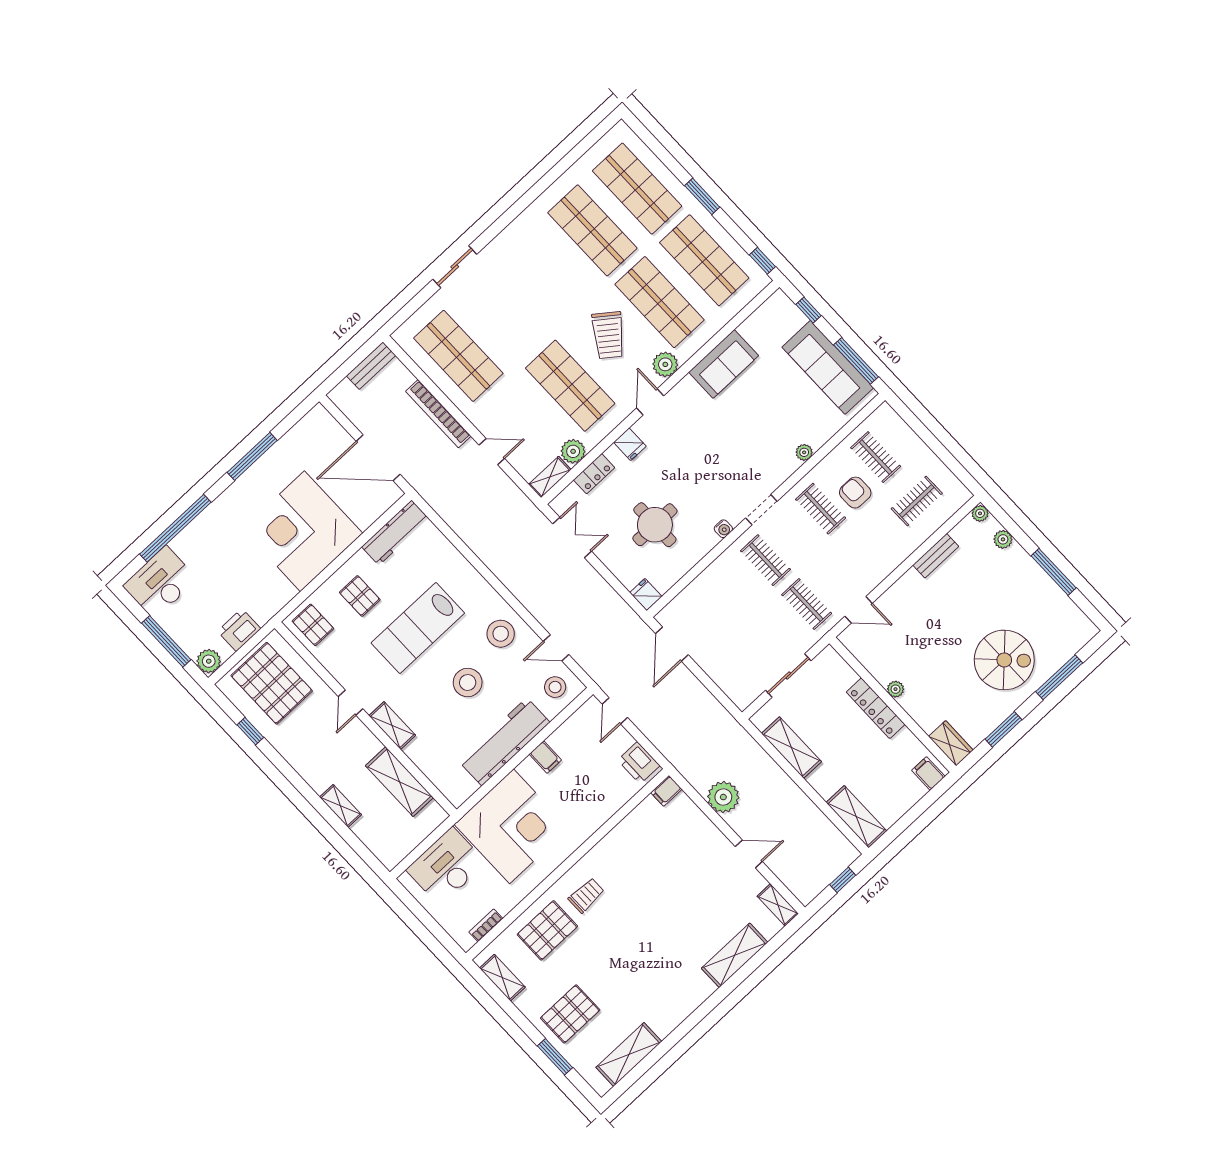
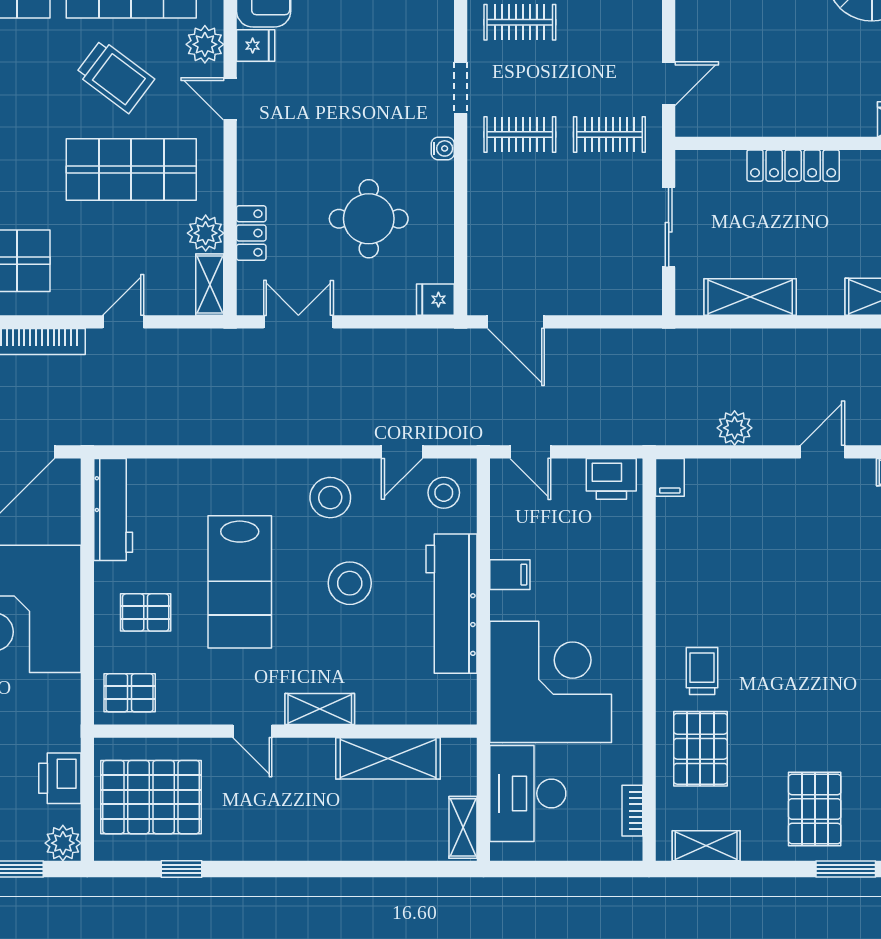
fridge: (630, 444) -> (256, 46), moved
plant: (896, 689) -> (793, 124), removed
plant: (723, 797) -> (735, 428), width x0.73, depth x0.73
shelving: (341, 806) -> (463, 827), moved, turned 90

